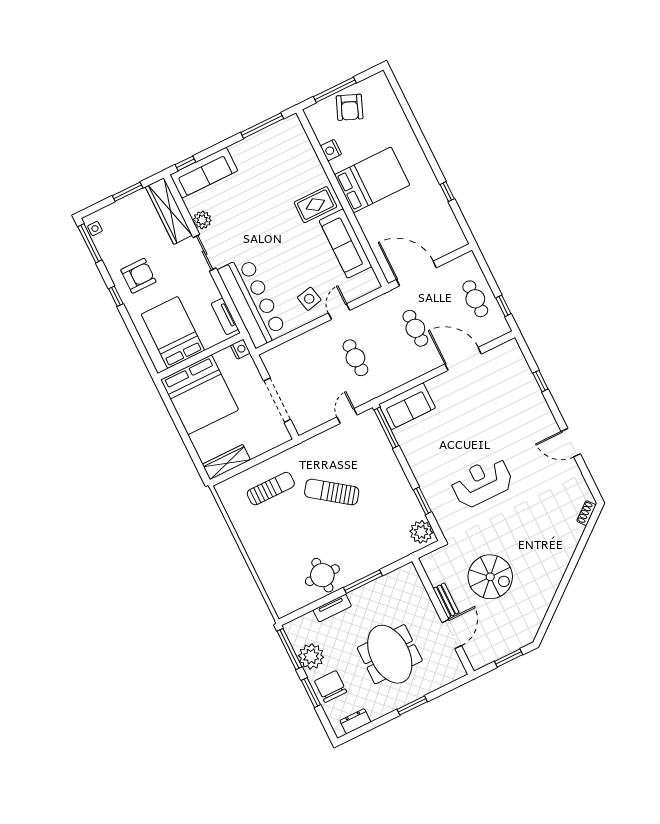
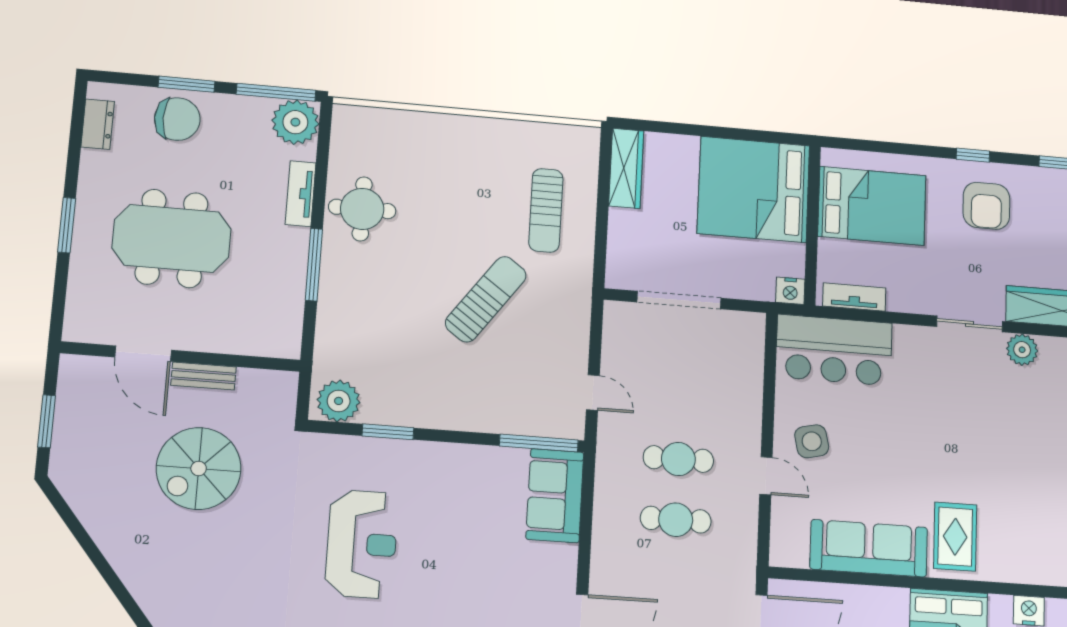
bar counter: (252, 302) -> (834, 350), width x0.73
cafe table: (415, 328) -> (676, 520), moved
plant: (311, 656) -> (295, 122), moved

